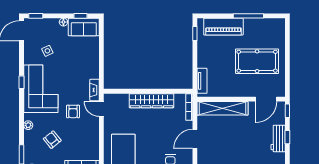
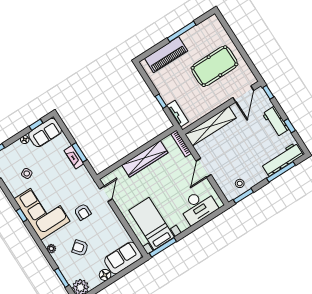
window: (195, 33) -> (161, 101), moved
window: (101, 61) -> (79, 152), added
fireplace: (95, 90) -> (74, 157), moved
door: (101, 109) -> (106, 194), swing flipped
window: (287, 137) -> (290, 126), moved

